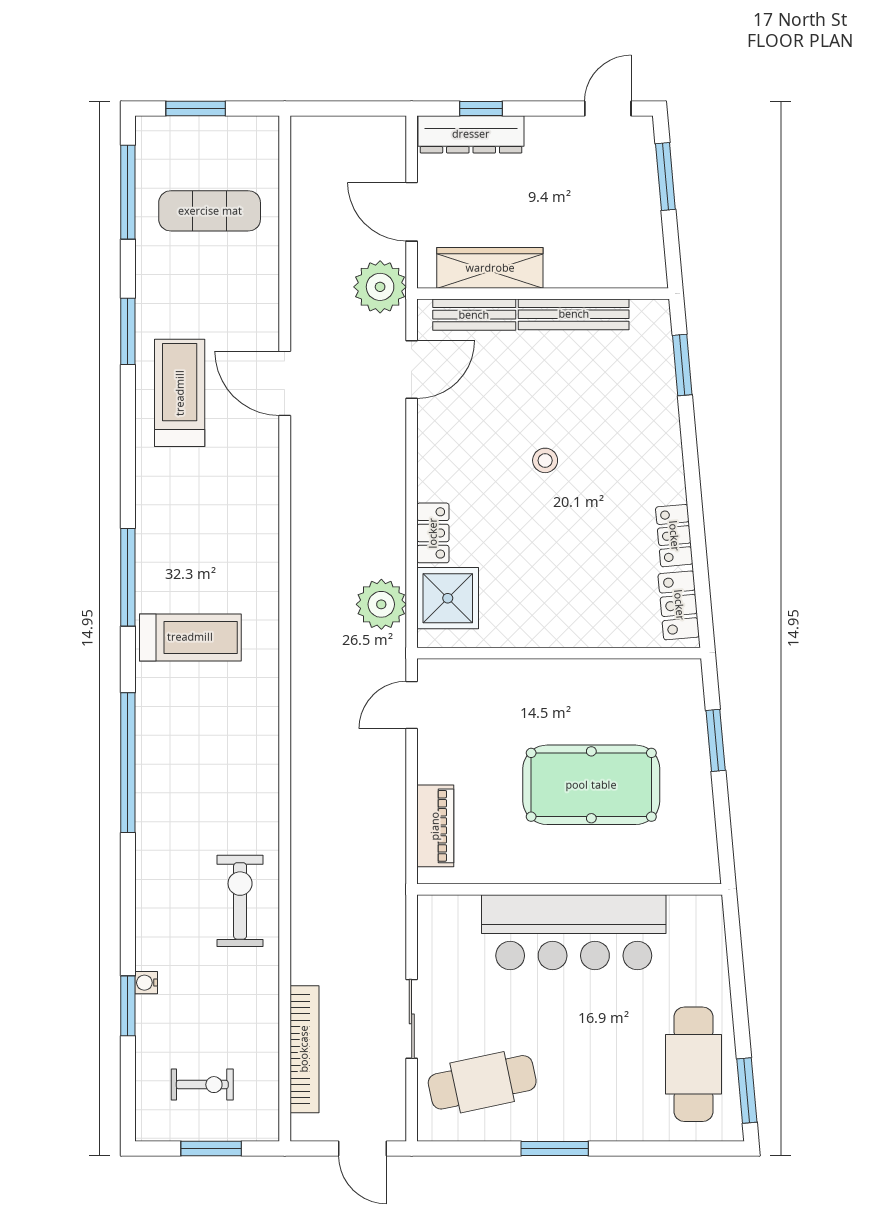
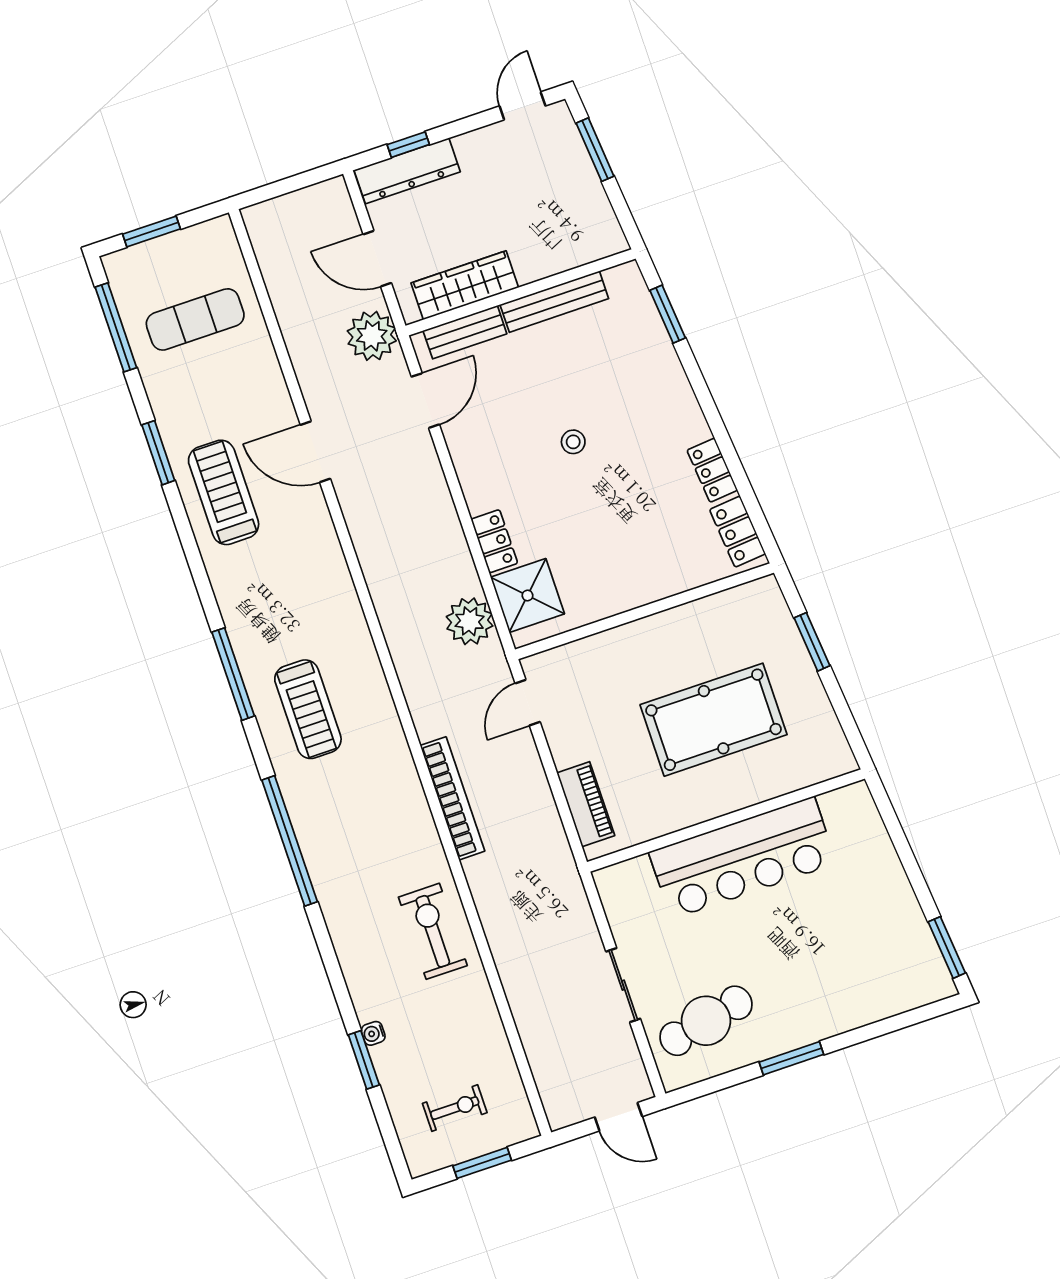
treadmill: (190, 637) -> (308, 709), turned 90
bookcase: (304, 1049) -> (452, 798), moved
cafe table: (693, 1064) -> (891, 940), removed

